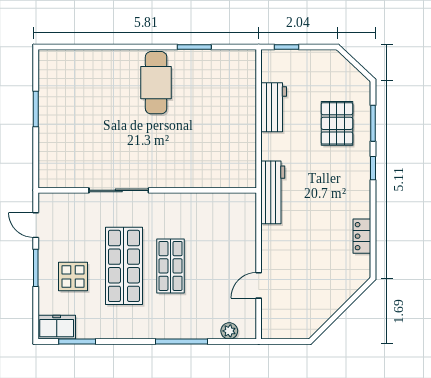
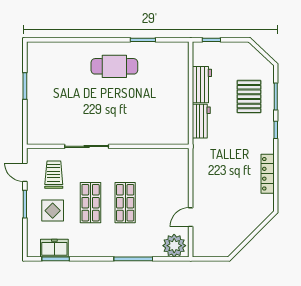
cafe table: (156, 83) -> (114, 66), turned 90
workbench: (273, 192) -> (201, 121), moved, width x0.73
trolley: (75, 228) -> (54, 175), added
locker: (362, 236) -> (268, 174), width x1.53
shop shelf: (124, 266) -> (91, 203), width x0.70, depth x0.74
freezer: (57, 327) -> (54, 248), moved
plant: (229, 331) -> (174, 246), width x1.87, depth x1.87

